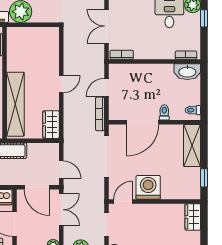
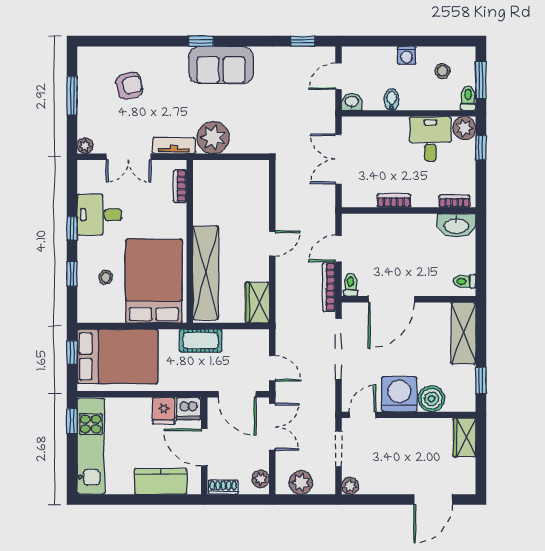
bookcase: (122, 55) -> (394, 201), moved
toilet: (164, 112) -> (351, 285), moved
boiler: (170, 190) -> (432, 399), added

